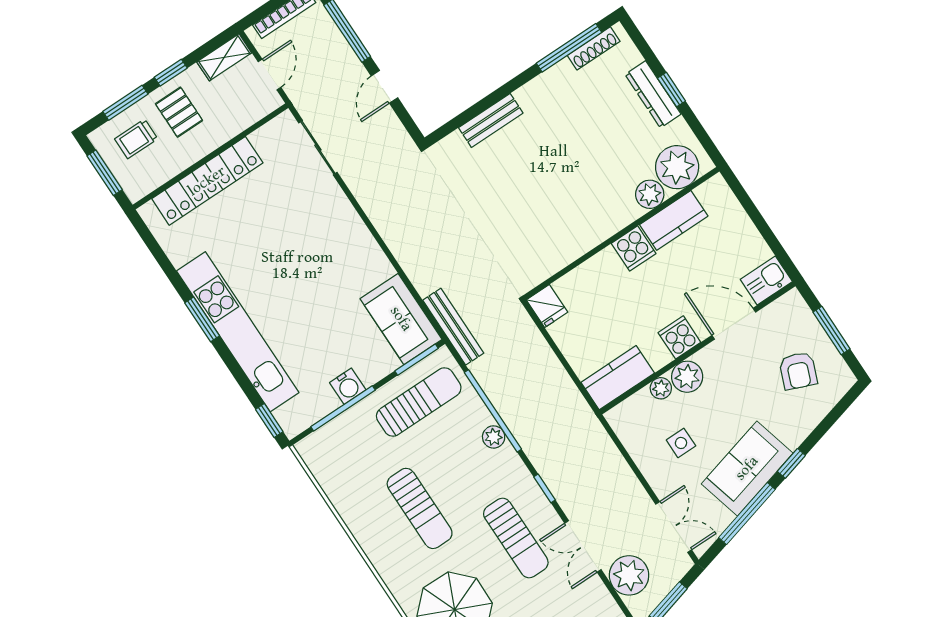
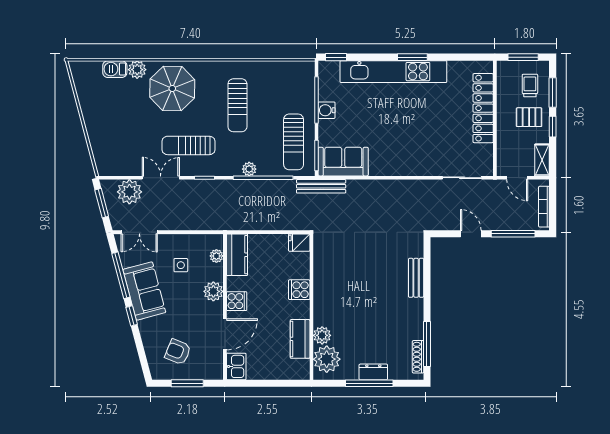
window: (671, 90) -> (369, 383), width x2.17
dresser: (653, 94) -> (373, 372), width x0.70
cooker: (634, 248) -> (299, 290), moved
plant: (661, 388) -> (216, 256), moved
sun lounger: (420, 508) -> (237, 105), turned -90

